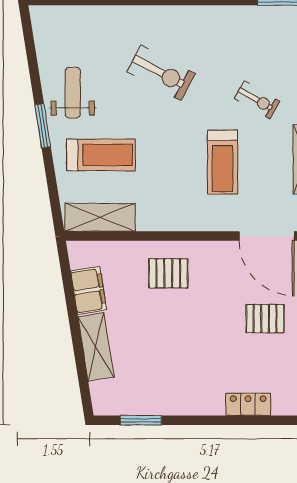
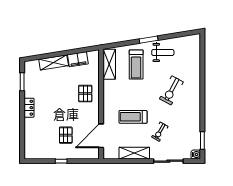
locker: (248, 404) -> (29, 108), moved

